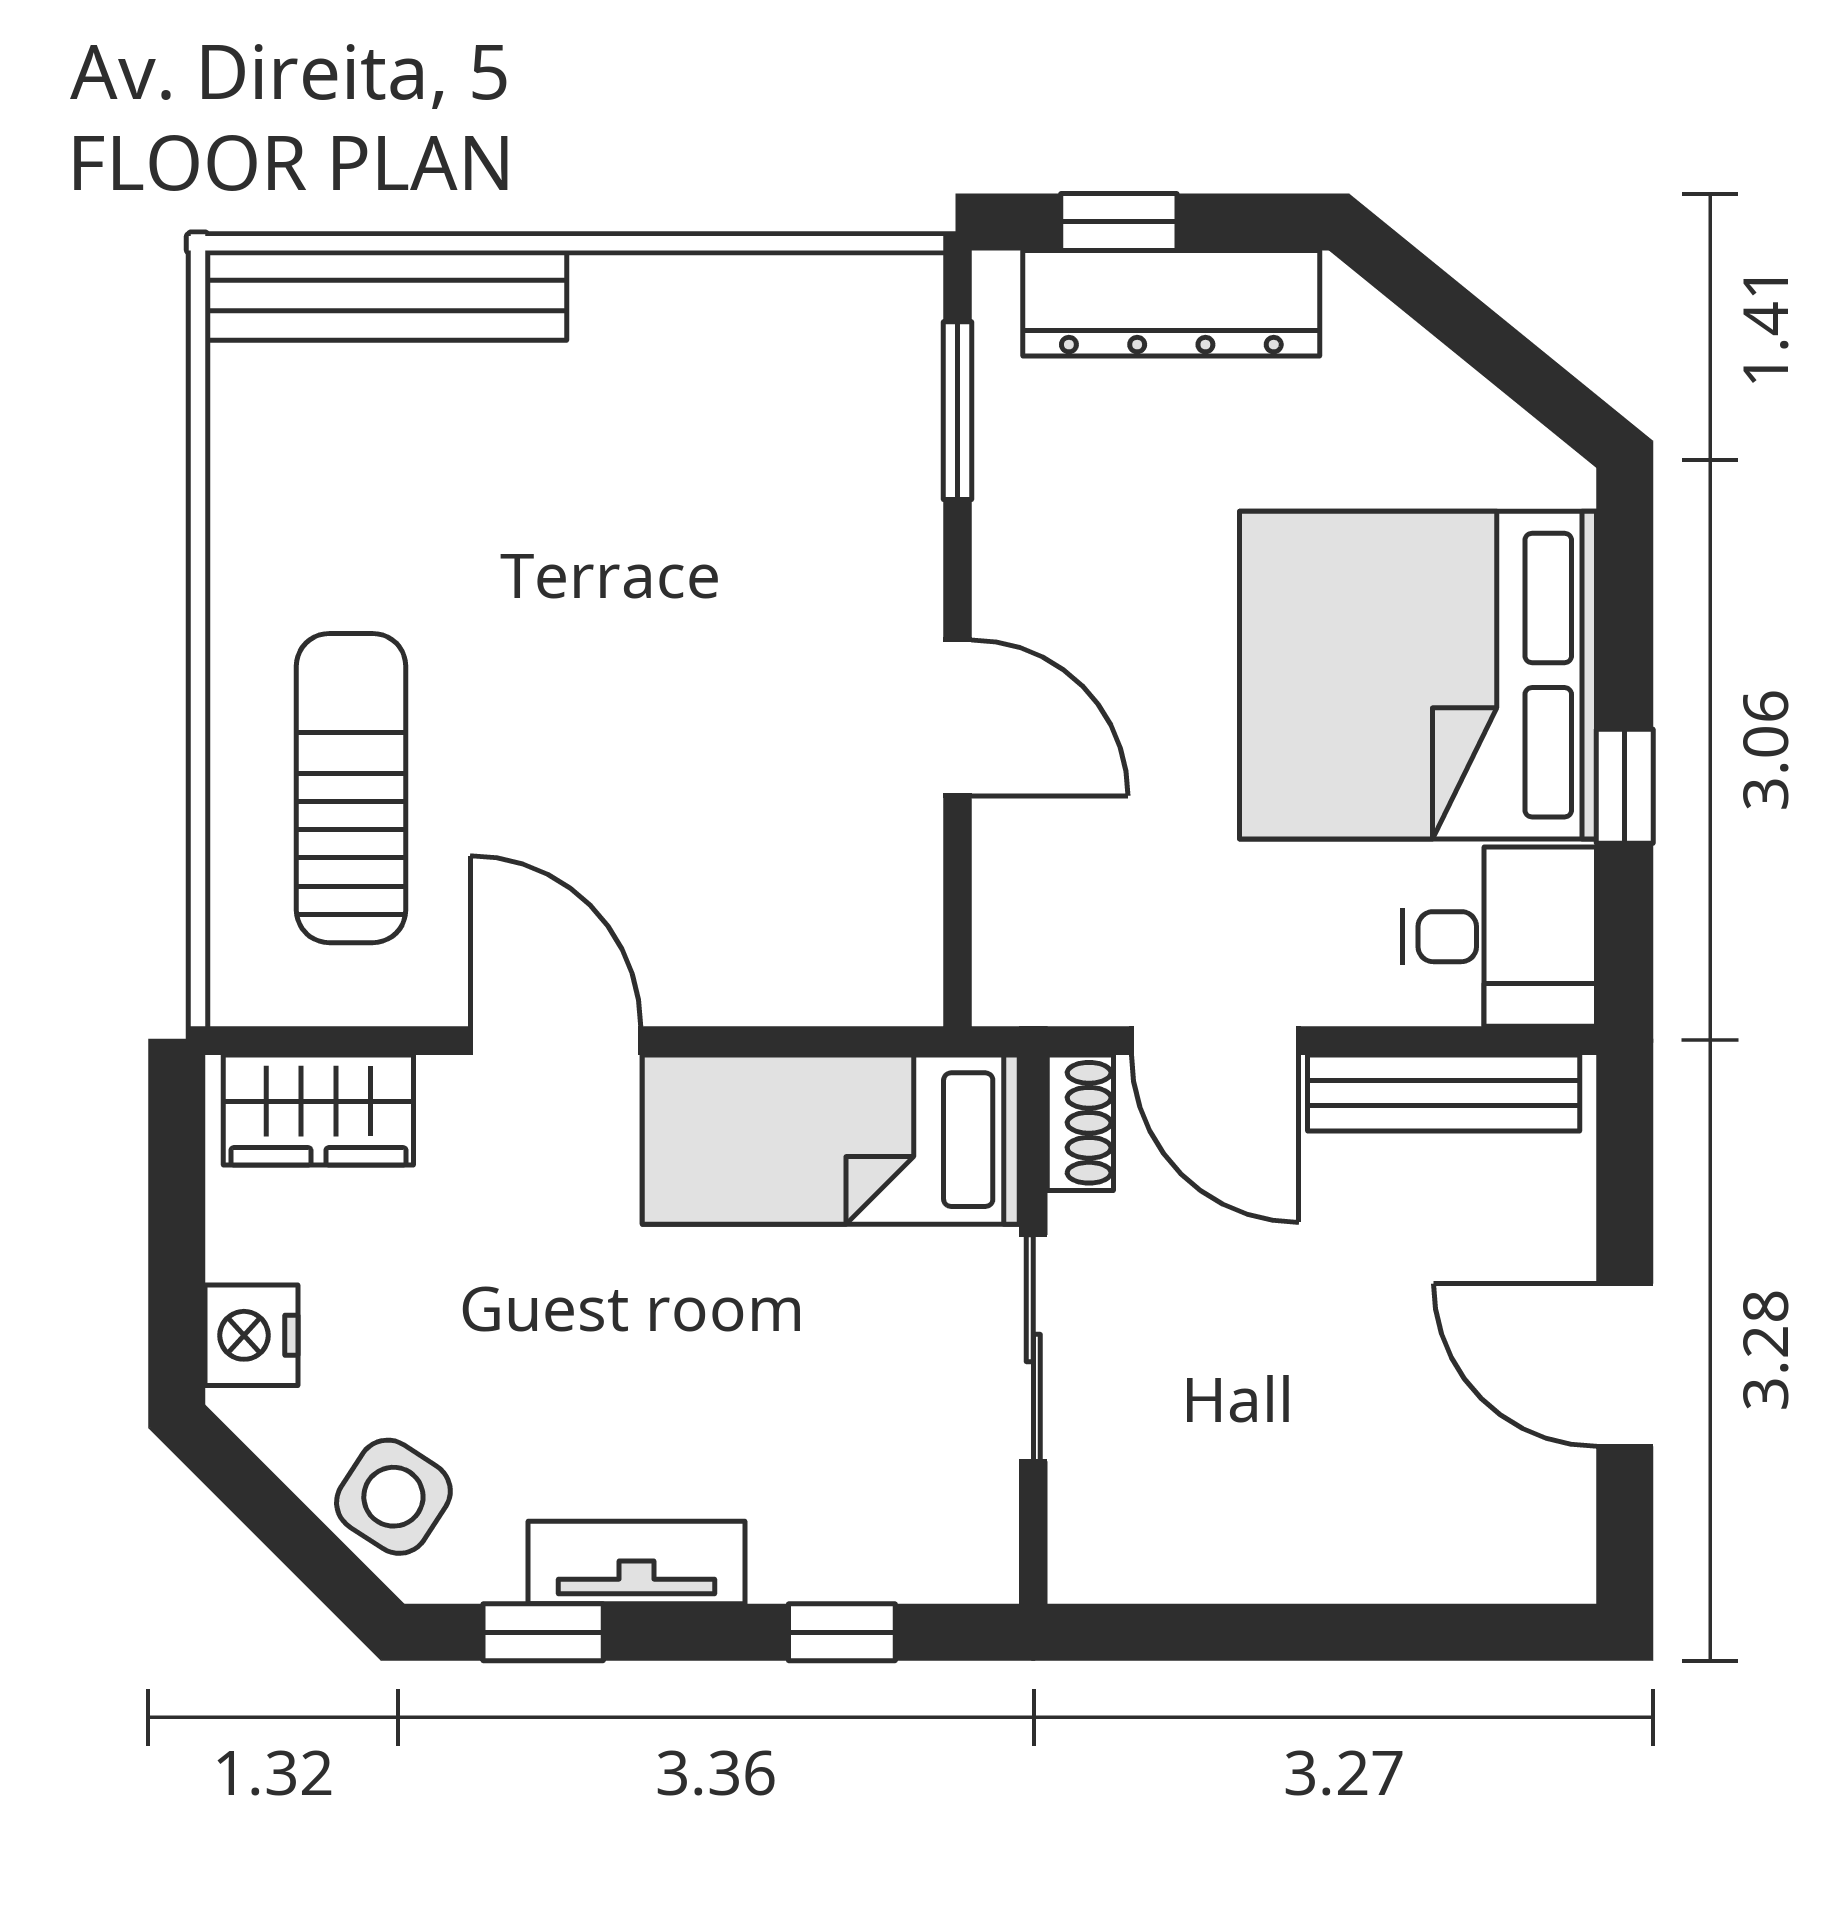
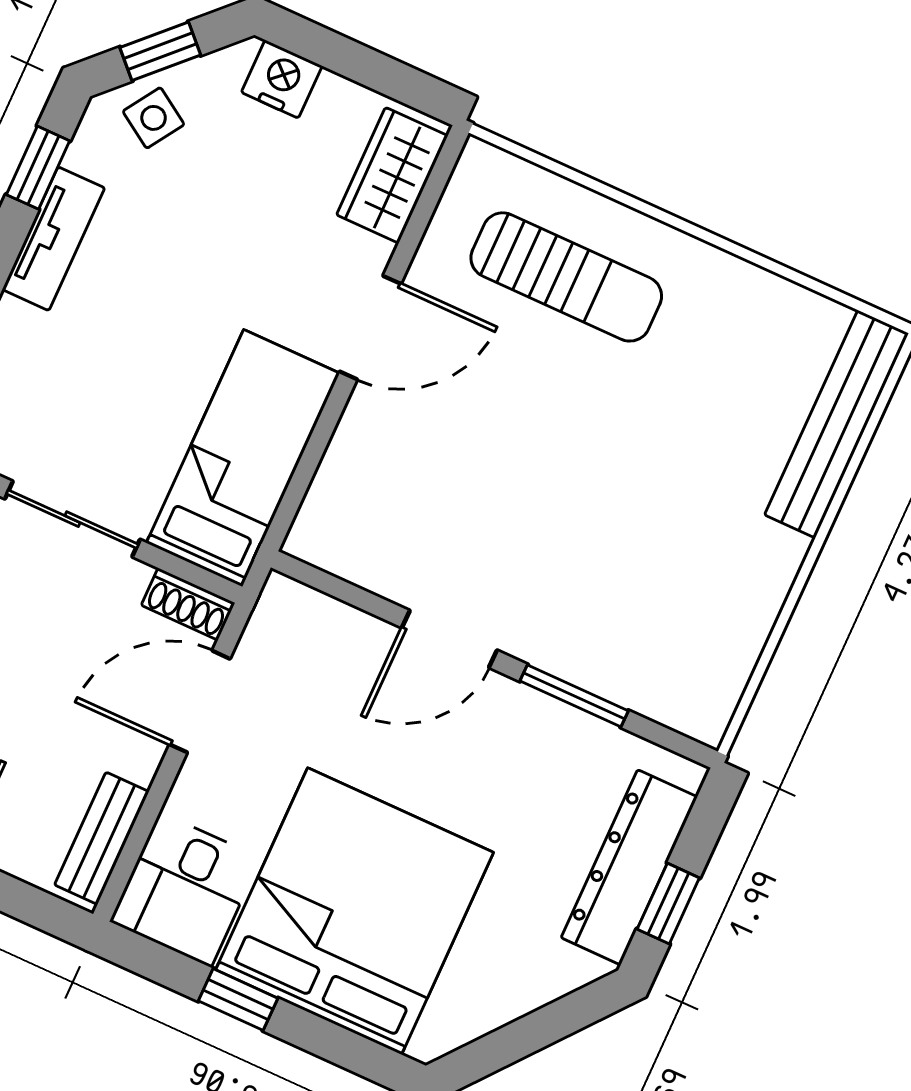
window: (1119, 222) -> (668, 903), moved
window: (958, 411) -> (574, 696), moved
bench: (1444, 1093) -> (102, 838), width x0.73
side table: (393, 1497) -> (154, 118), width x0.73, depth x0.73
window: (292, 1531) -> (160, 51), added

